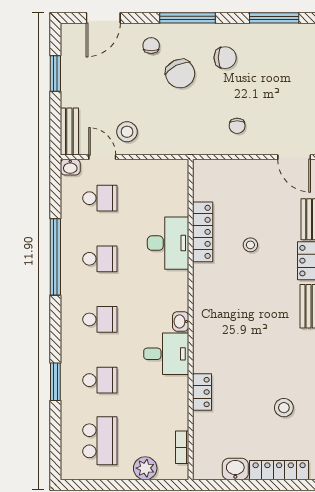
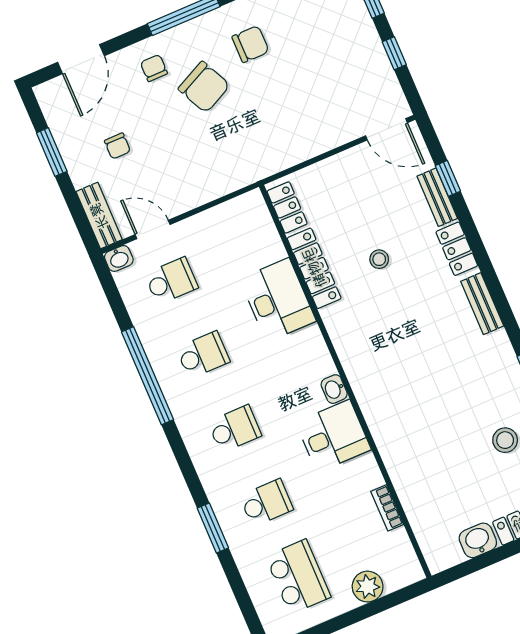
chair: (237, 126) -> (117, 146), moved
stool: (127, 132) -> (170, 186), removed
locker: (202, 392) -> (287, 207), moved
bookcase: (182, 447) -> (387, 508), moved

